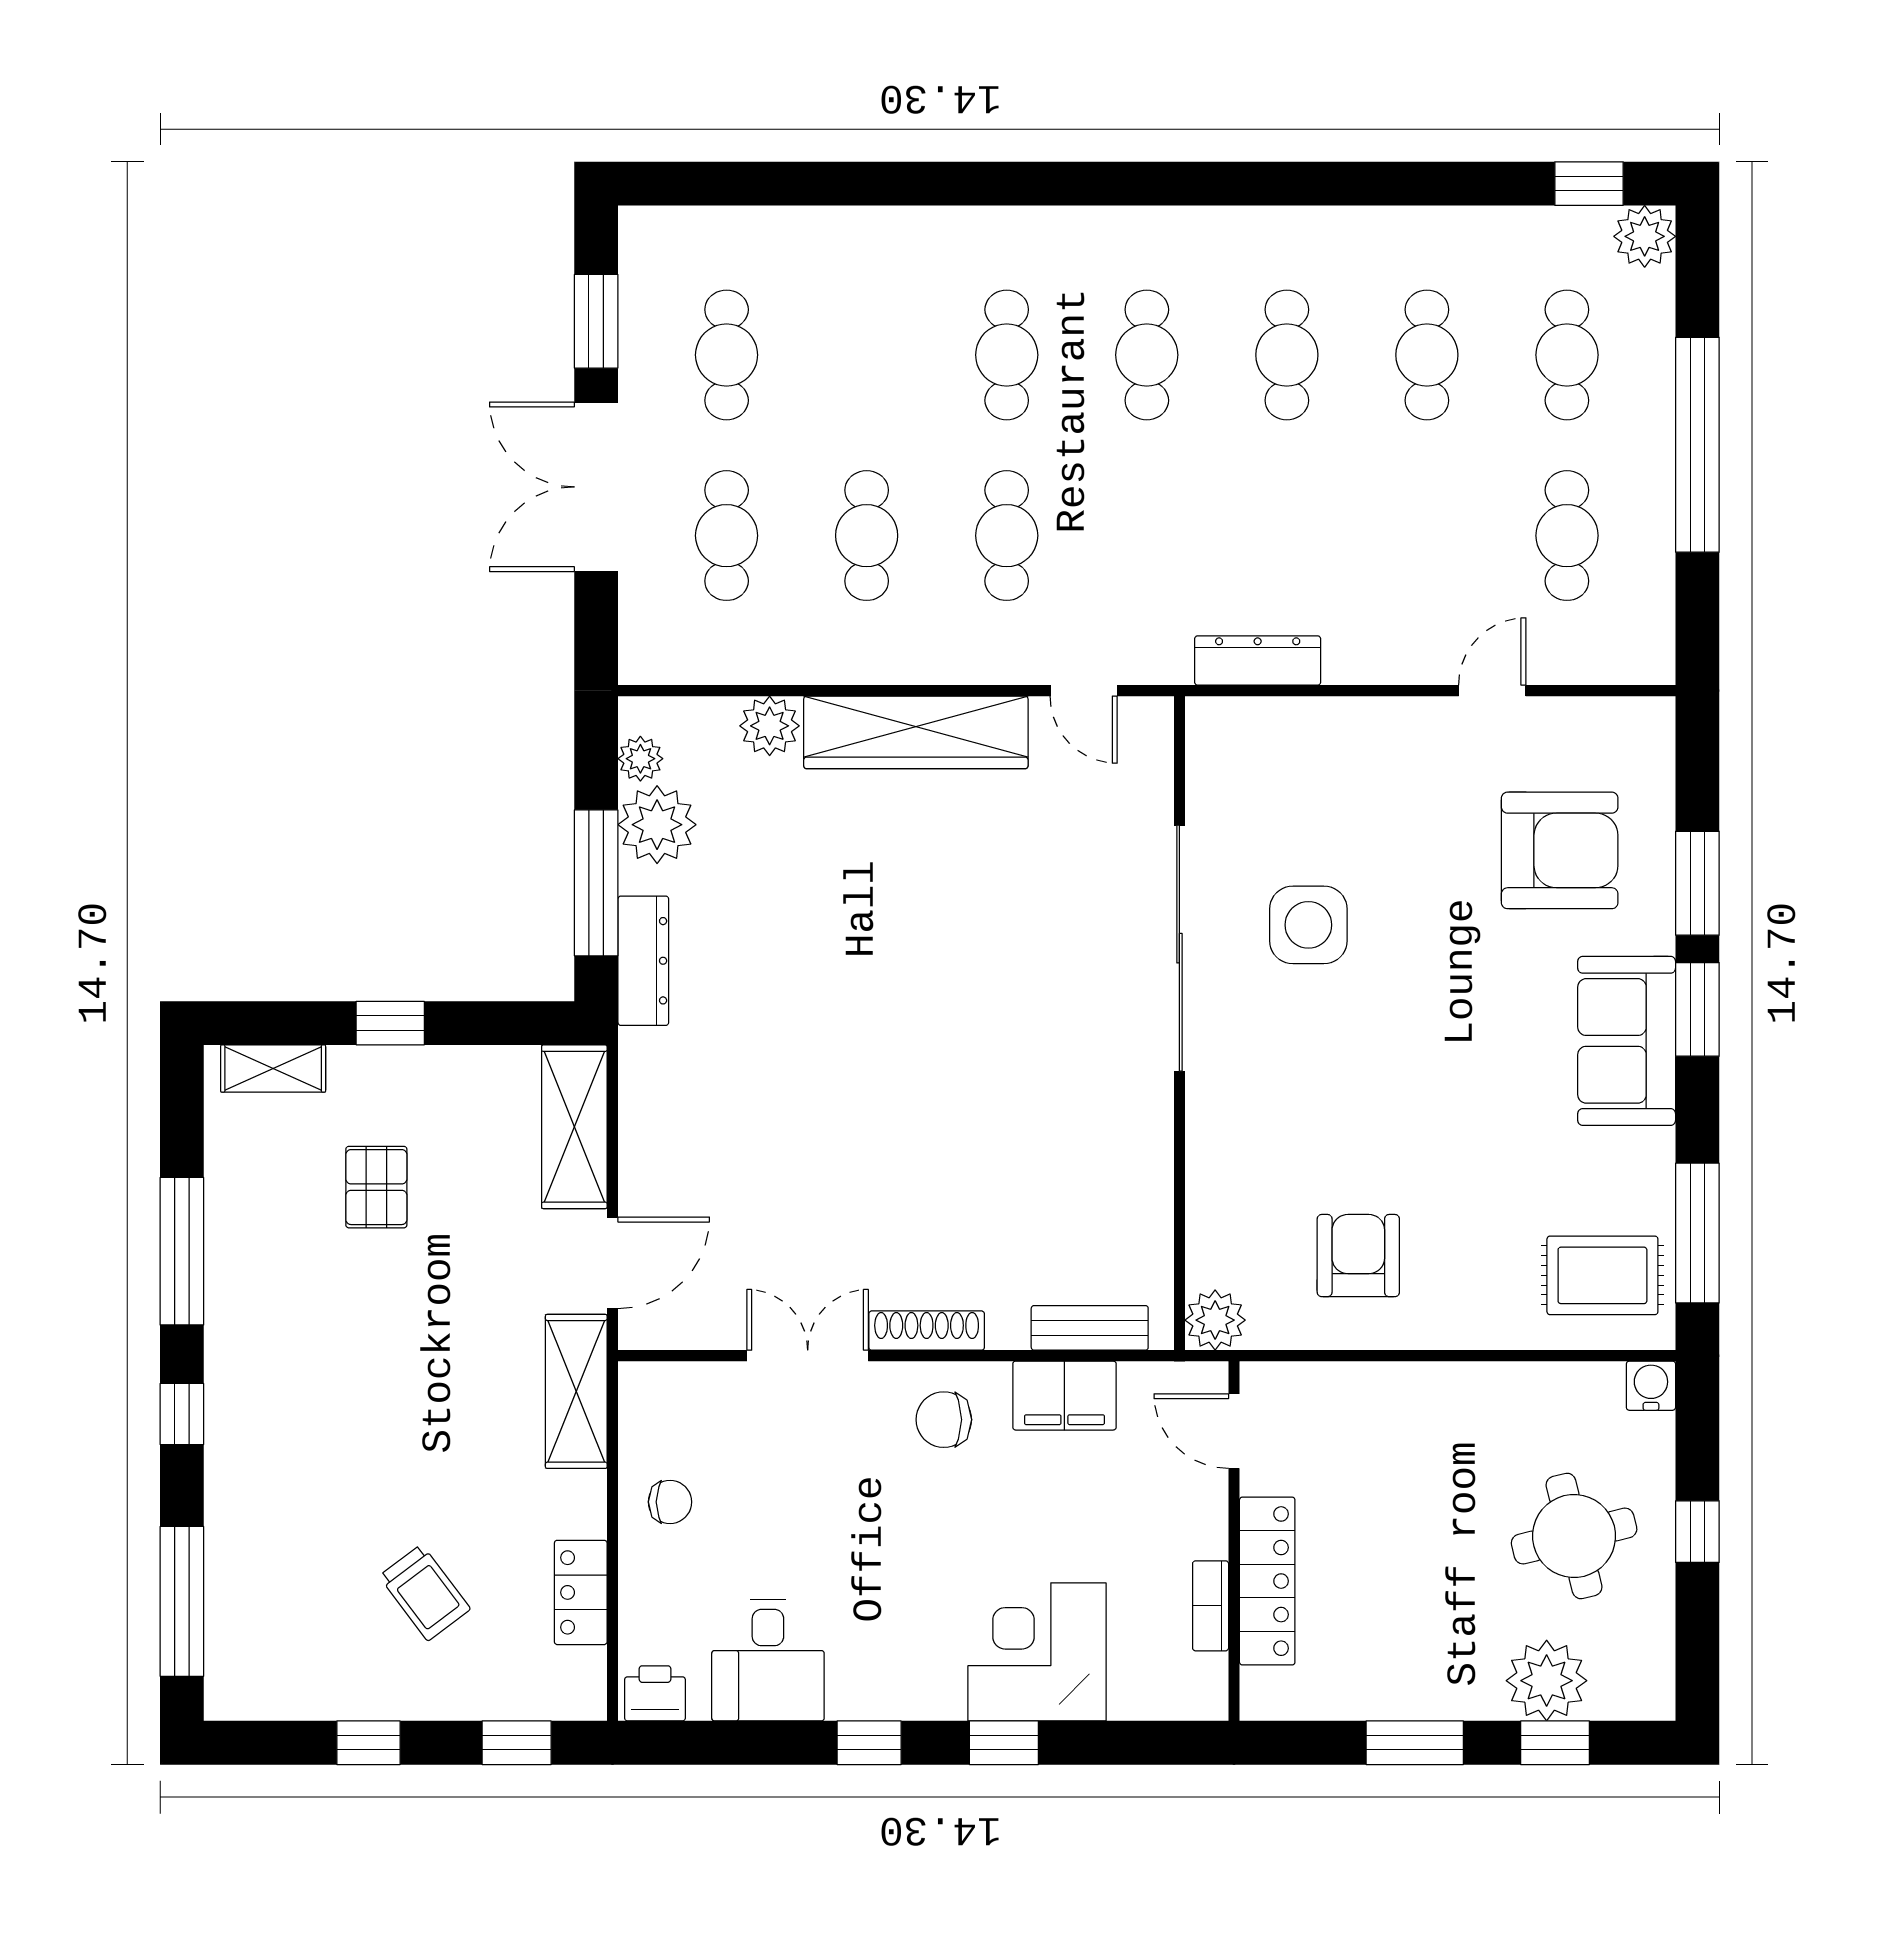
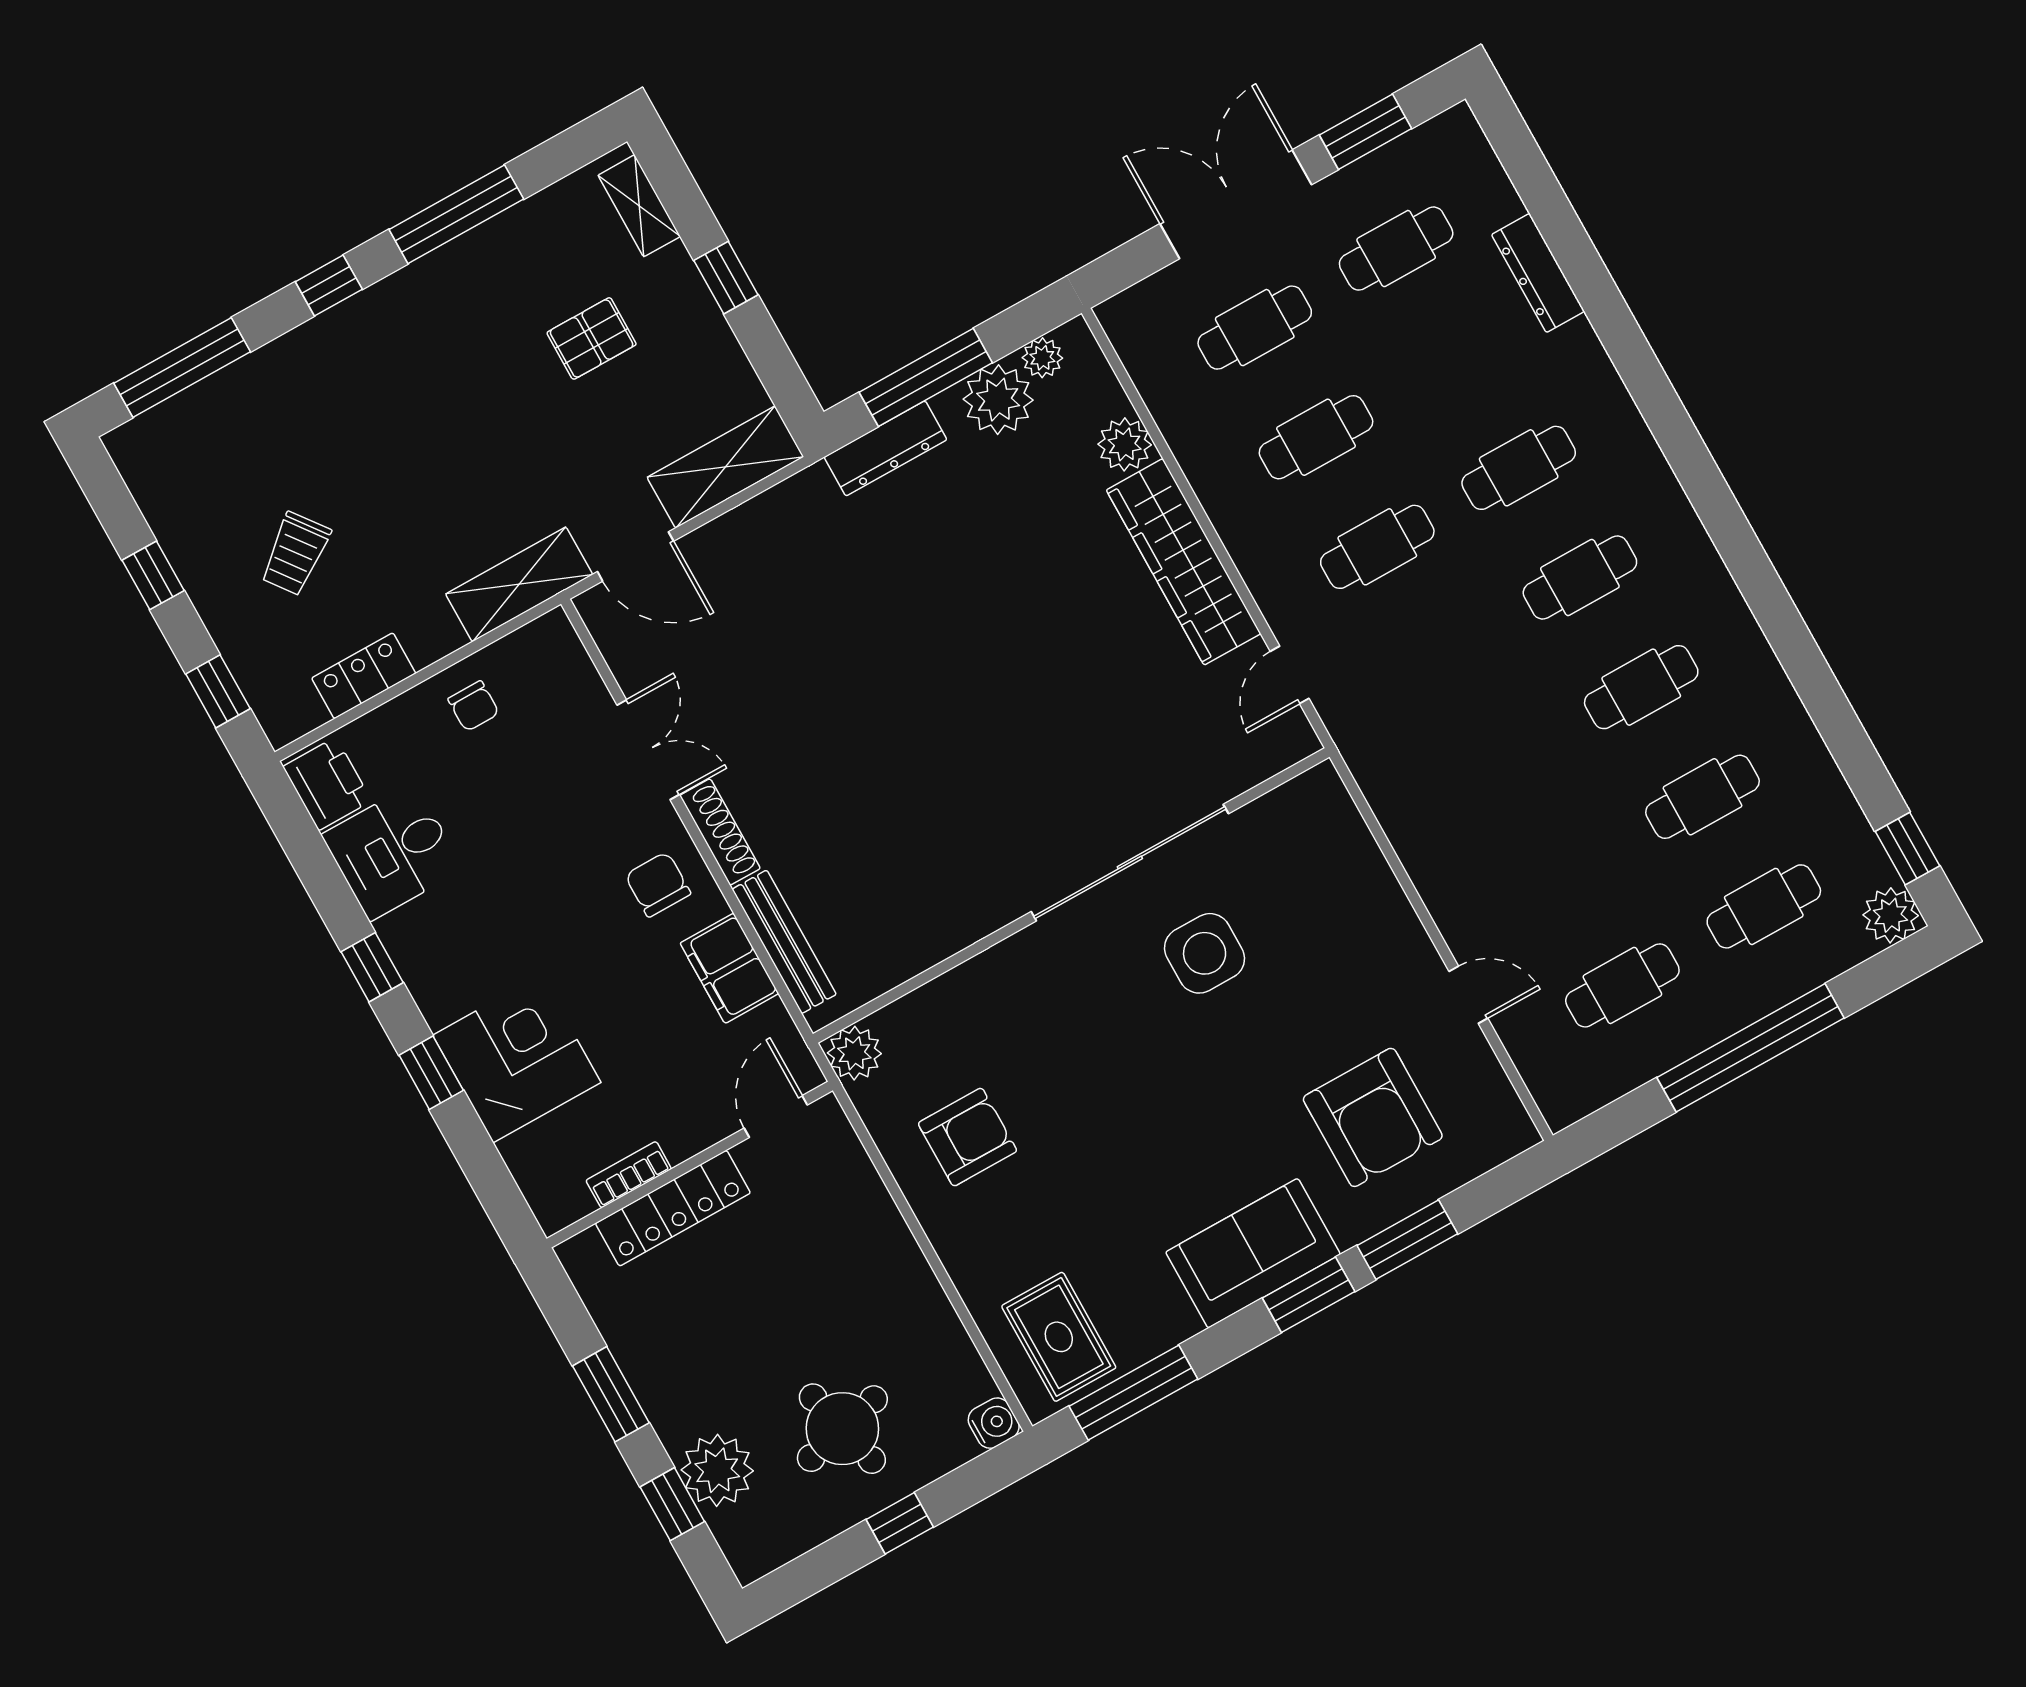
dresser: (1258, 661) -> (1538, 273), moved, turned 180
bench: (1090, 1328) -> (784, 942), width x1.36
printer: (655, 1693) -> (327, 784), width x1.36, depth x1.24

